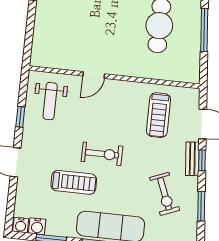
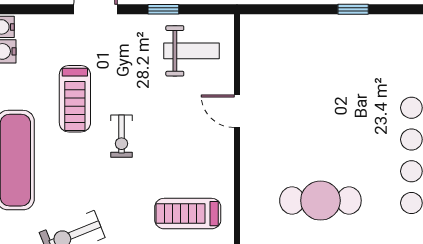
weight bench: (50, 101) -> (191, 51), turned 180
exercise bike: (102, 154) -> (121, 136), width x0.73, depth x0.72

